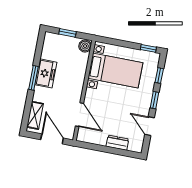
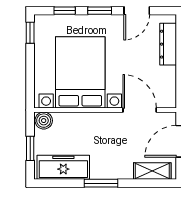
bed with nightstands: (115, 71) -> (80, 72), width x1.36
freezer: (46, 73) -> (63, 167), moved, width x1.40
door: (79, 115) -> (140, 110), hinge flipped
dresser: (117, 143) -> (168, 44), width x1.44

